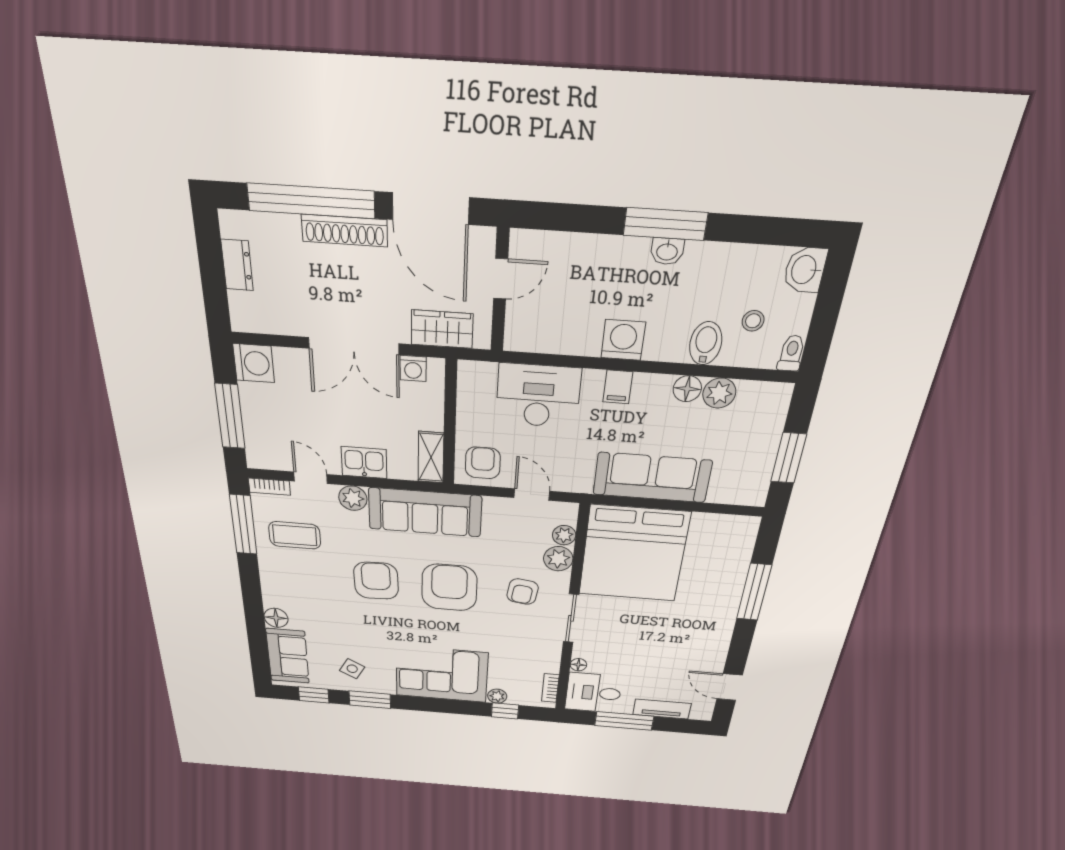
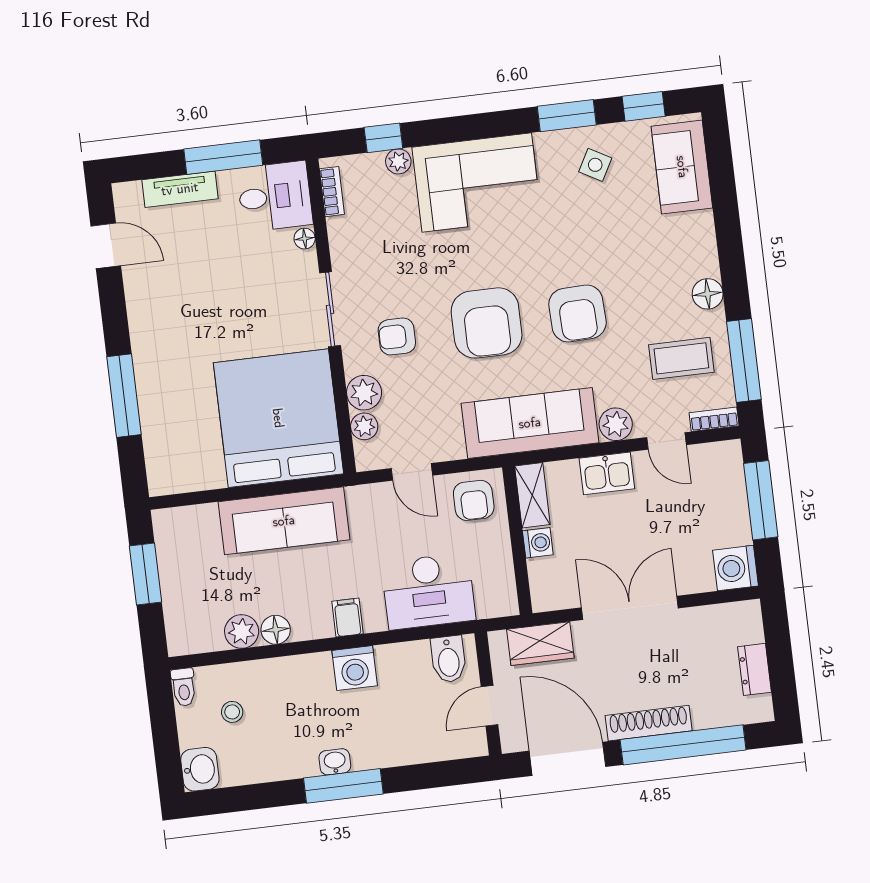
bidet: (706, 343) -> (448, 659), moved
washing machine: (413, 369) -> (538, 543), moved, turned 90
armchair: (523, 592) -> (397, 336), turned -98
floor lamp: (276, 618) -> (708, 294), moved

